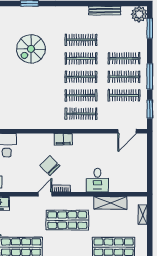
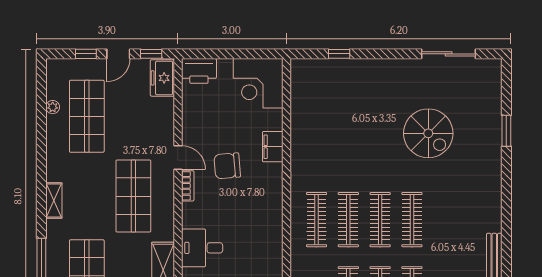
clothes rail: (81, 40) -> (444, 220), removed
spiral stairs: (31, 49) -> (428, 133), turned 180
filing cabinet: (63, 139) -> (273, 147), moved
chair: (50, 166) -> (227, 166), turned -140

